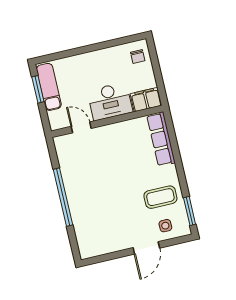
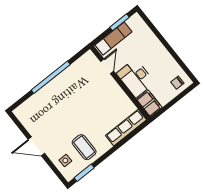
exam couch: (49, 87) -> (114, 38), moved
door: (146, 248) -> (36, 146), moved

